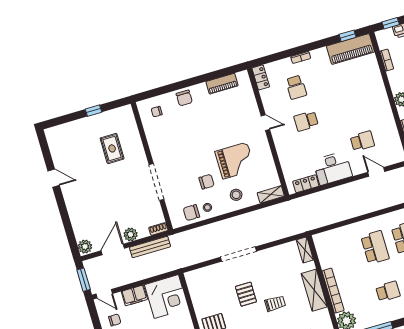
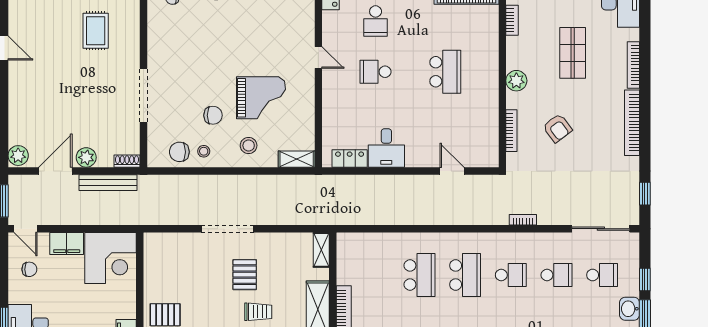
school desk: (362, 141) -> (445, 72), moved, width x1.85
desk: (333, 168) -> (386, 148), width x0.73
pallet: (246, 294) -> (245, 275), moved

